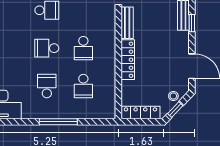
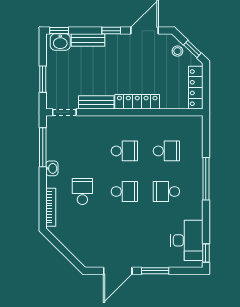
window: (192, 23) -> (111, 31), moved
school desk: (47, 48) -> (124, 191), turned -90

